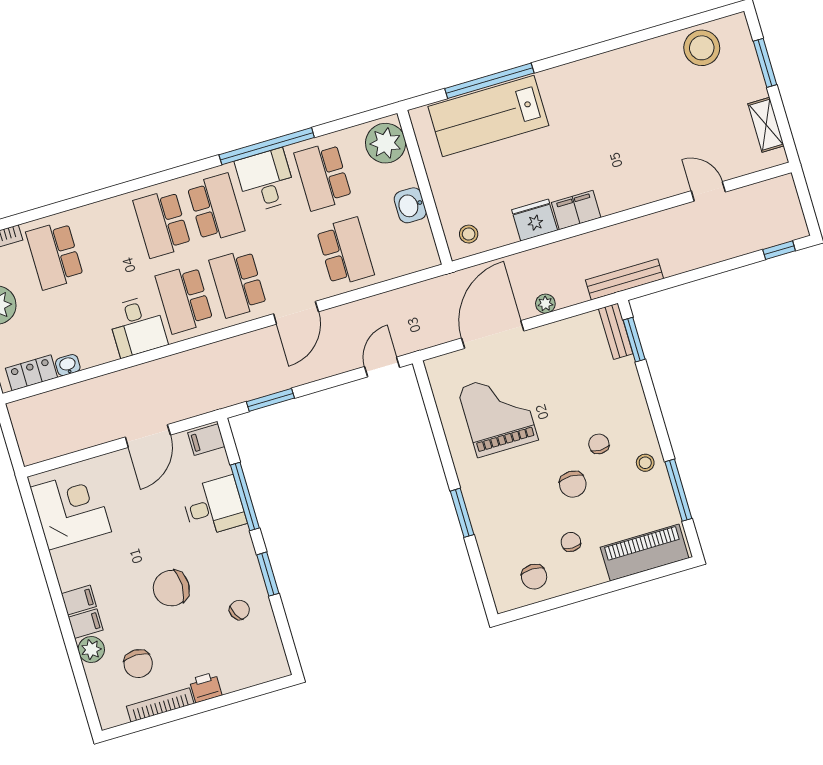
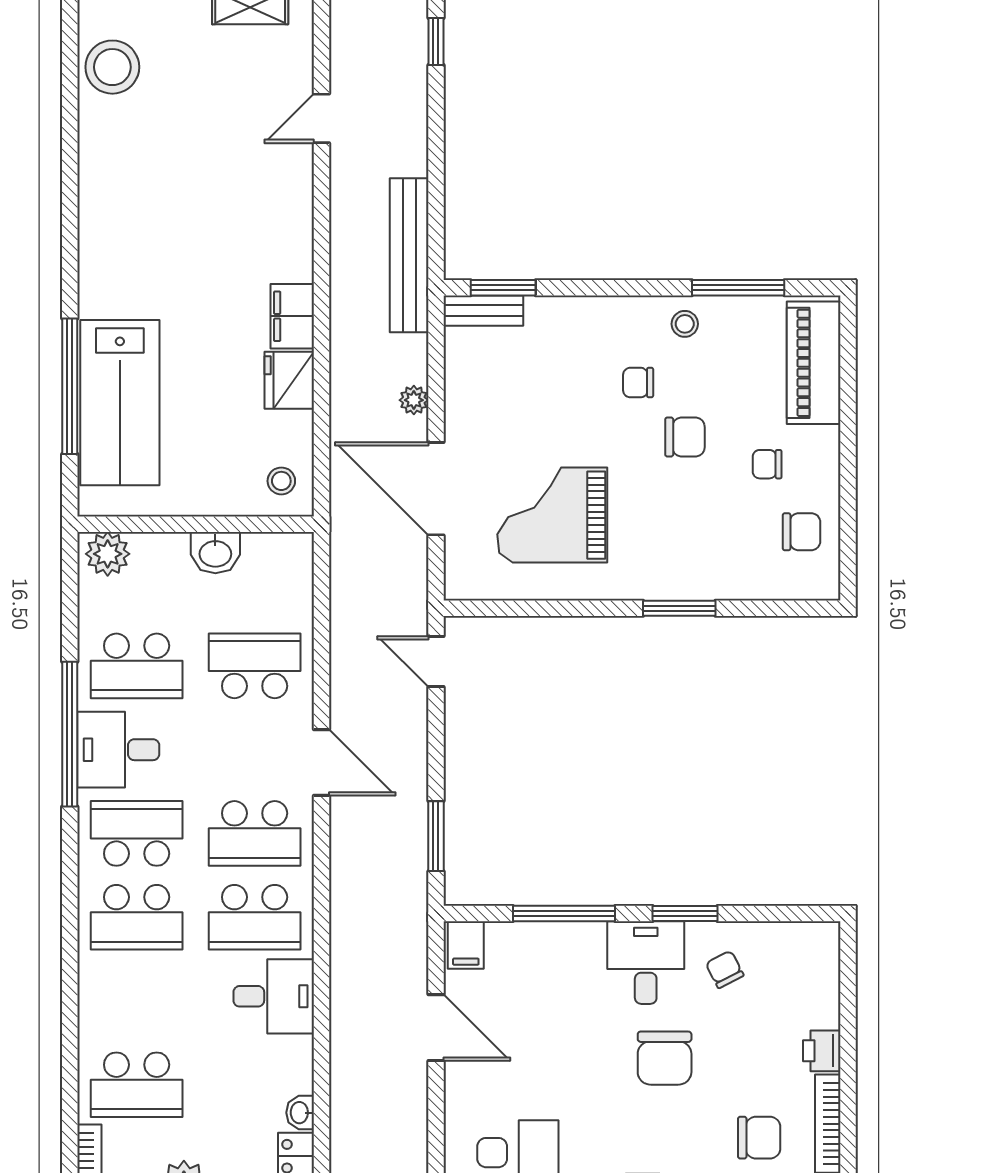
plant: (386, 143) -> (108, 554), width x0.73, depth x0.73
bench: (625, 279) -> (409, 255), width x1.37, depth x1.21
desk: (214, 507) -> (646, 963), moved

